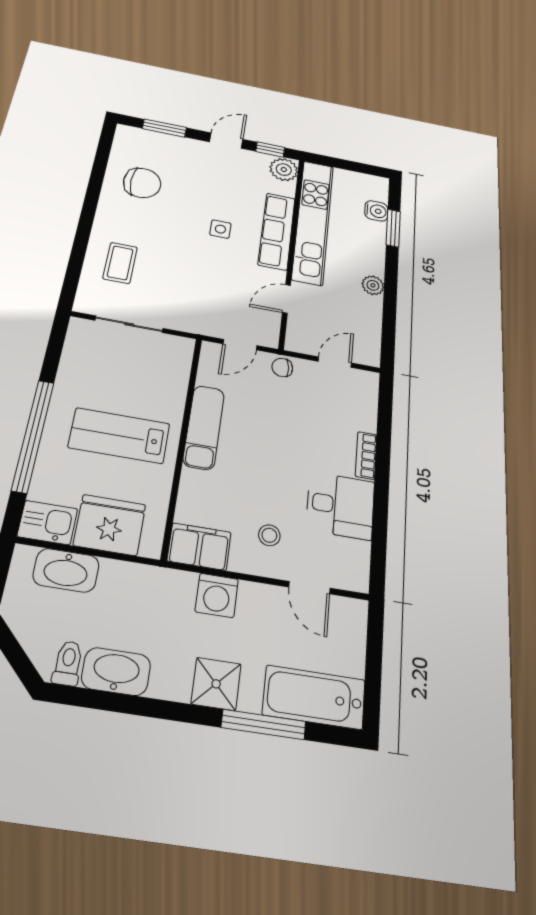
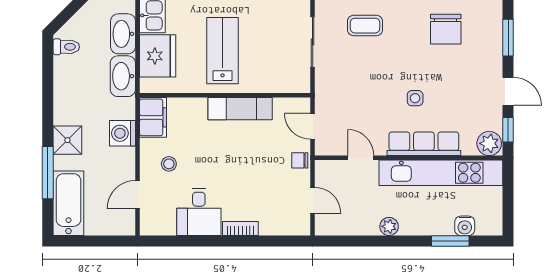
chair: (282, 367) -> (300, 160), turned -84
washbasin: (116, 671) -> (123, 76), moved, turned 180

